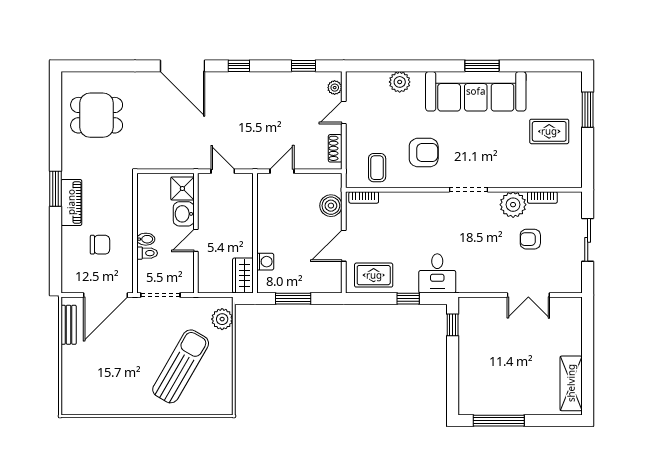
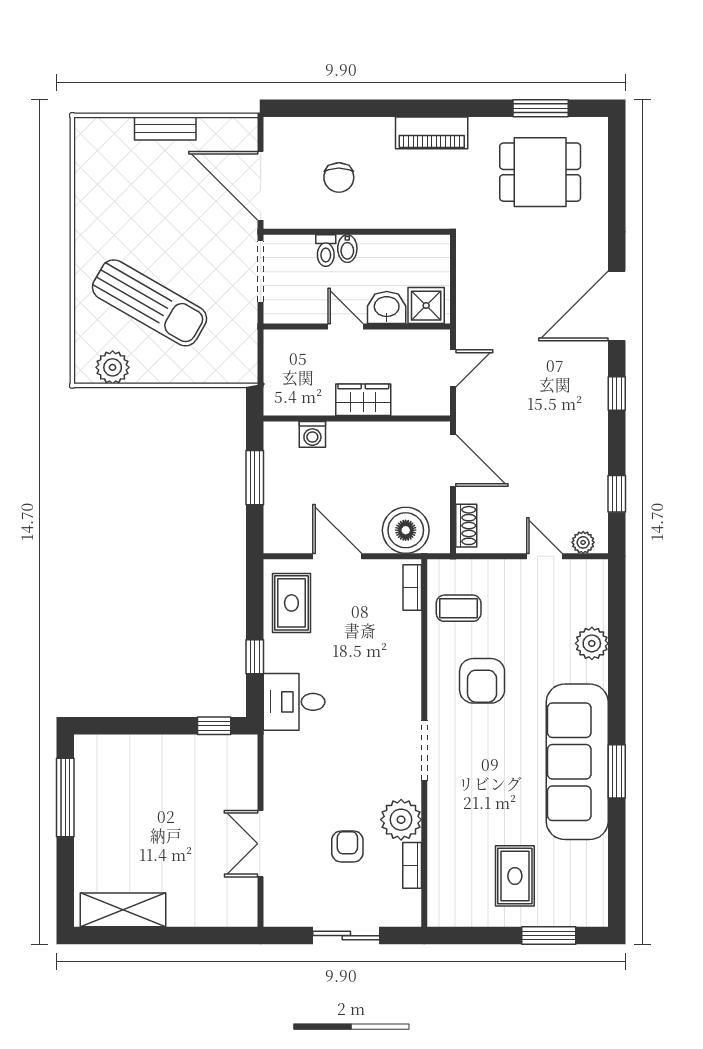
dining table: (97, 115) -> (540, 172), turned 90
shoe rack: (335, 148) -> (466, 526), moved, turned 90
door: (282, 171) -> (453, 460), width x1.38
window: (55, 189) -> (541, 108), moved
piano: (71, 202) -> (432, 133), moved
boiler: (331, 206) -> (406, 530), width x1.37, depth x1.37
wardrobe: (243, 275) -> (363, 400), moved
plant: (222, 319) -> (113, 367), moved
bench: (69, 325) -> (165, 129), moved

